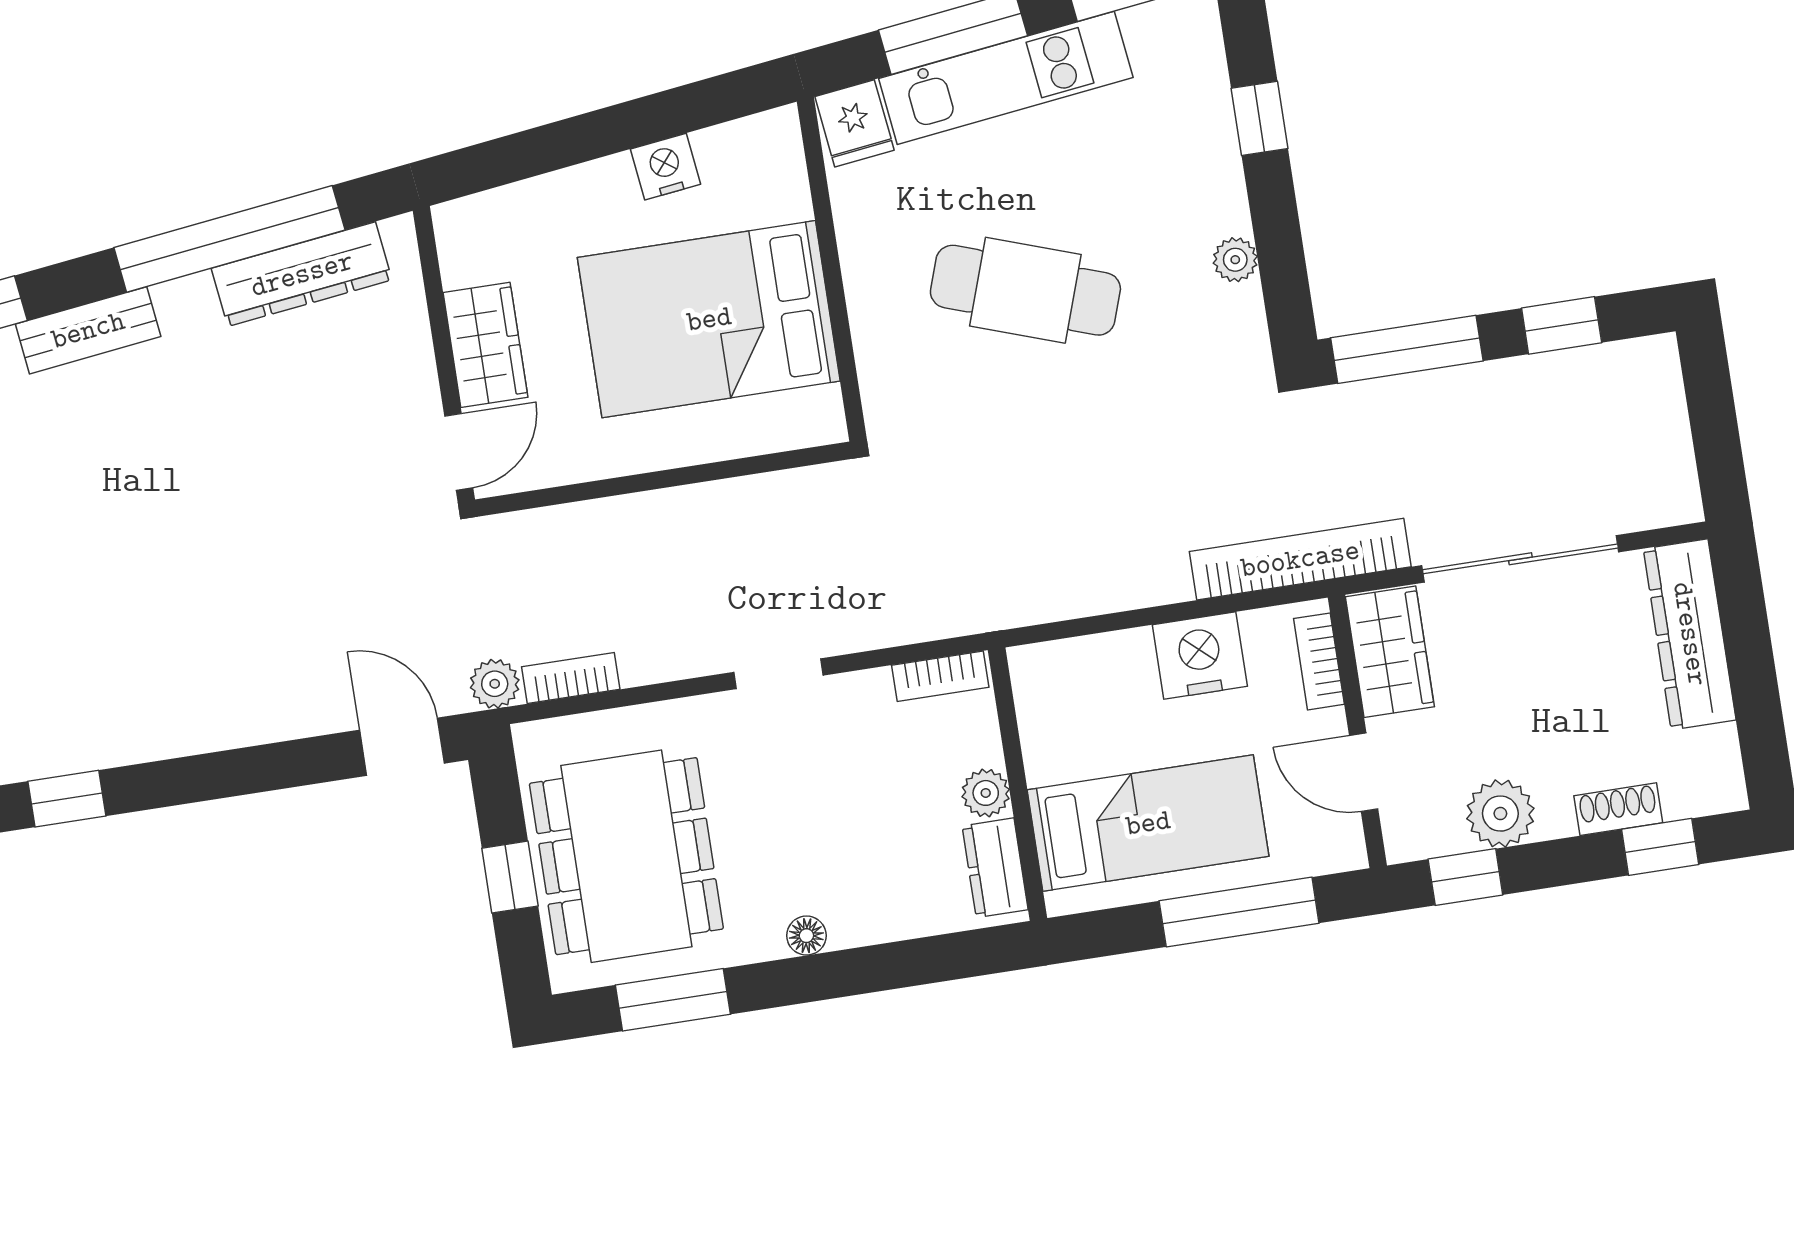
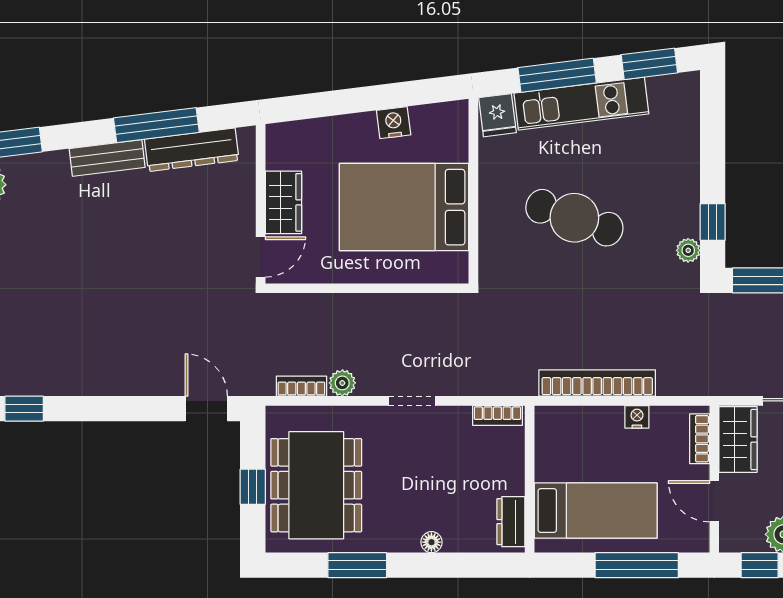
window: (1259, 118) -> (713, 222), moved
window: (229, 239) -> (156, 125), width x0.68
plant: (1235, 260) -> (688, 250), moved
bench: (88, 330) -> (107, 158), moved
bookcase: (1300, 559) -> (597, 383), moved
nightstand: (1200, 656) -> (637, 417), width x0.53, depth x0.56
plant: (495, 684) -> (342, 383), moved
plant: (986, 793) -> (512, 481), removed
floor lamp: (806, 936) -> (431, 542), moved
window: (673, 1000) -> (357, 565), moved

